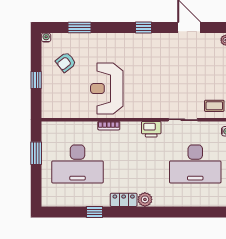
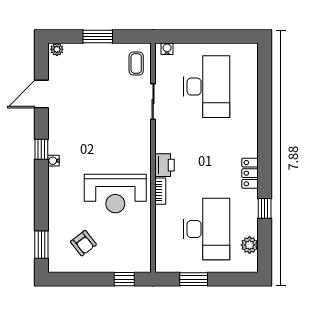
window: (80, 28) -> (41, 245), moved
water cooler: (46, 37) -> (54, 161), moved
window: (36, 80) -> (124, 279), moved
printer: (151, 129) -> (165, 165), moved
plant: (145, 199) -> (250, 245), moved

